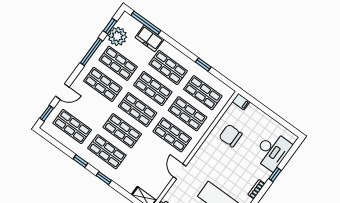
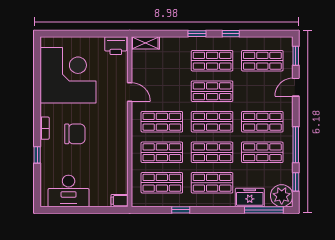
plant: (117, 36) -> (282, 196), moved
chair: (231, 136) -> (75, 134), moved
desk: (272, 151) -> (69, 191), moved, turned -90

